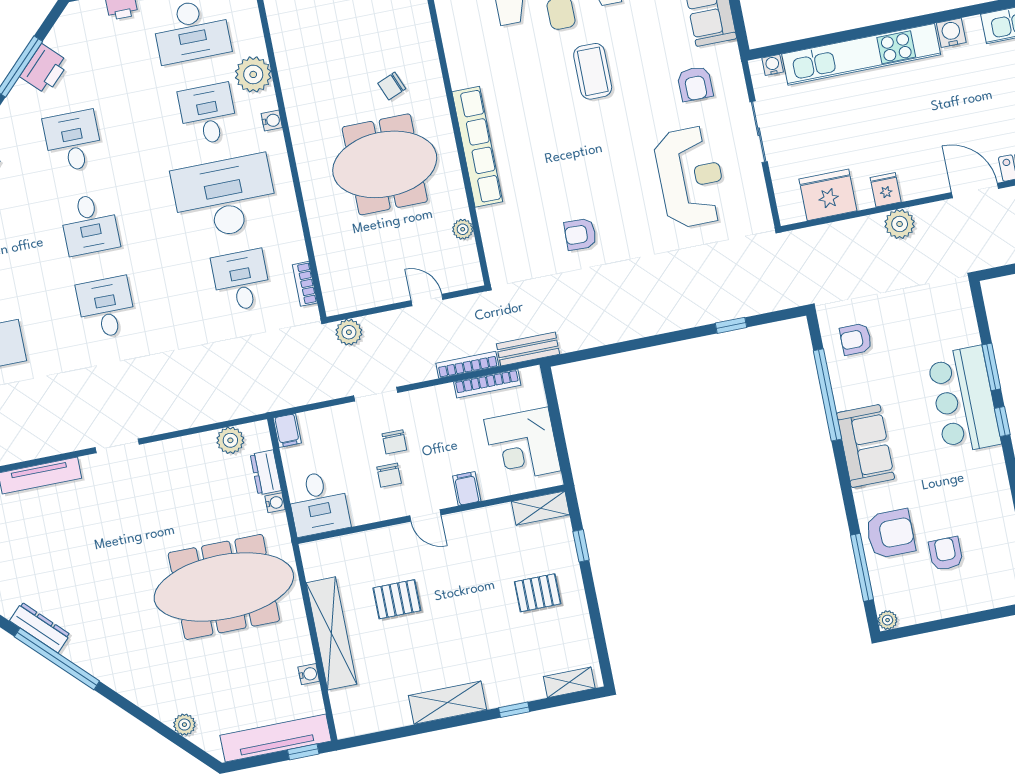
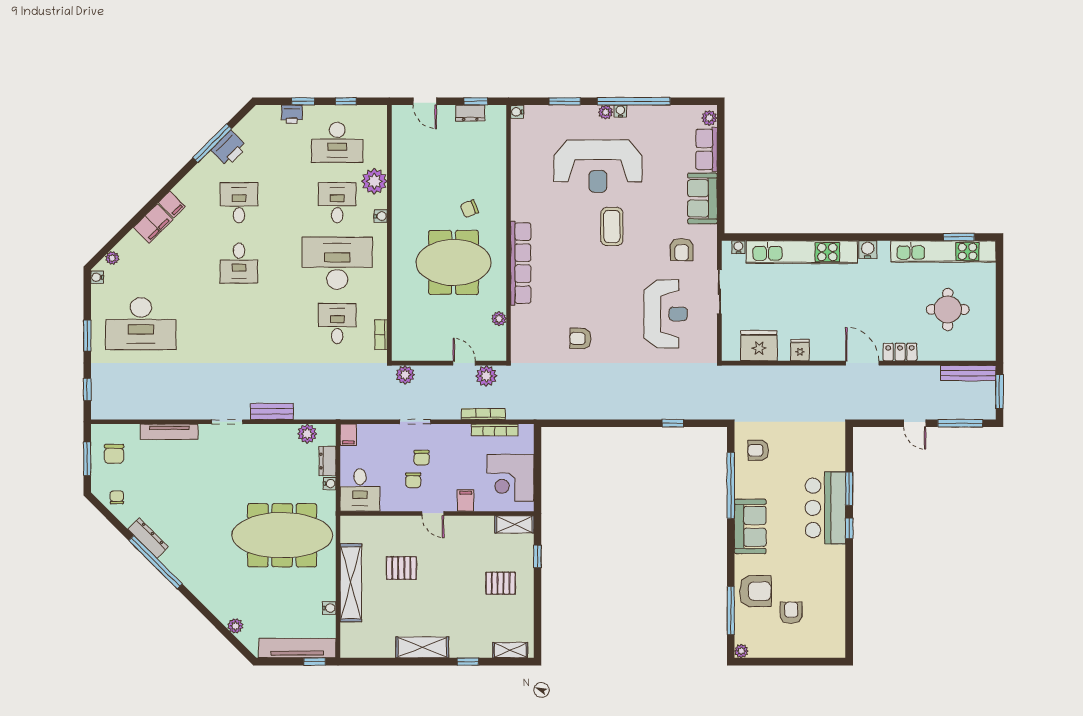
plant: (900, 224) -> (486, 376), moved
desk: (106, 307) -> (239, 324), removed
bench: (528, 349) -> (272, 411), moved

